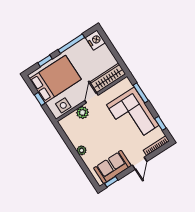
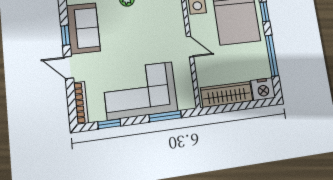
wardrobe: (108, 78) -> (227, 94), moved, turned -90
plant: (82, 112) -> (176, 25), removed
window: (111, 182) -> (65, 35), moved

